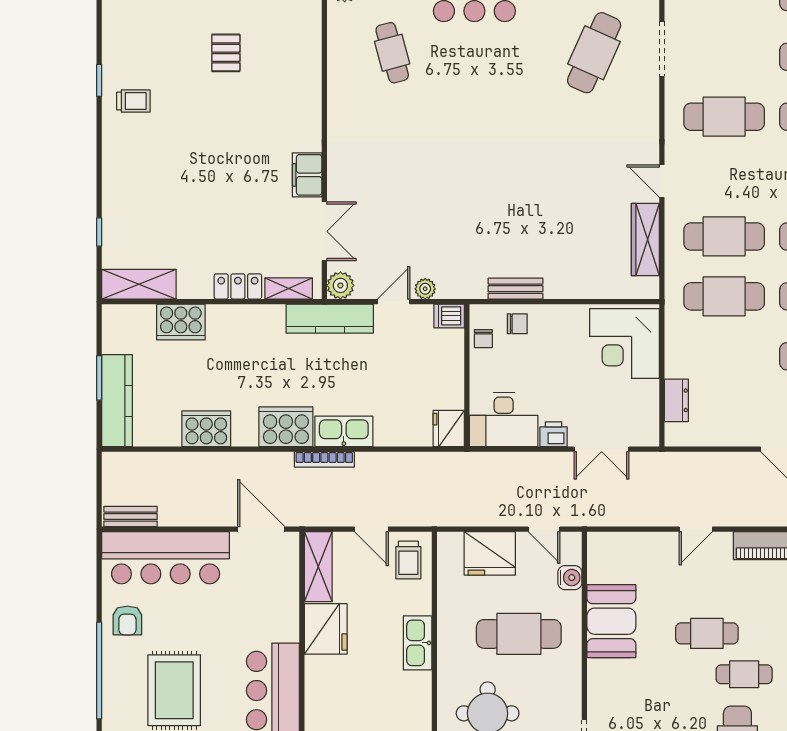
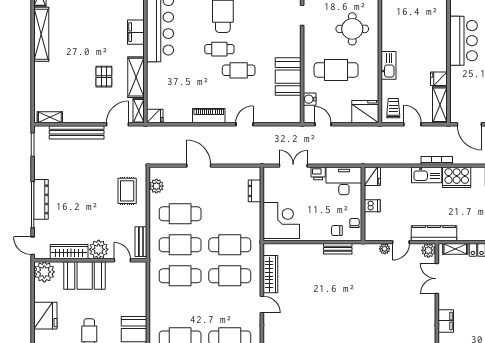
filing cabinet: (307, 175) -> (446, 321), moved
dishwasher: (449, 316) -> (372, 206), moved
fridge: (490, 553) -> (365, 112), moved
fridge: (326, 629) -> (439, 79), width x0.53, depth x0.75

